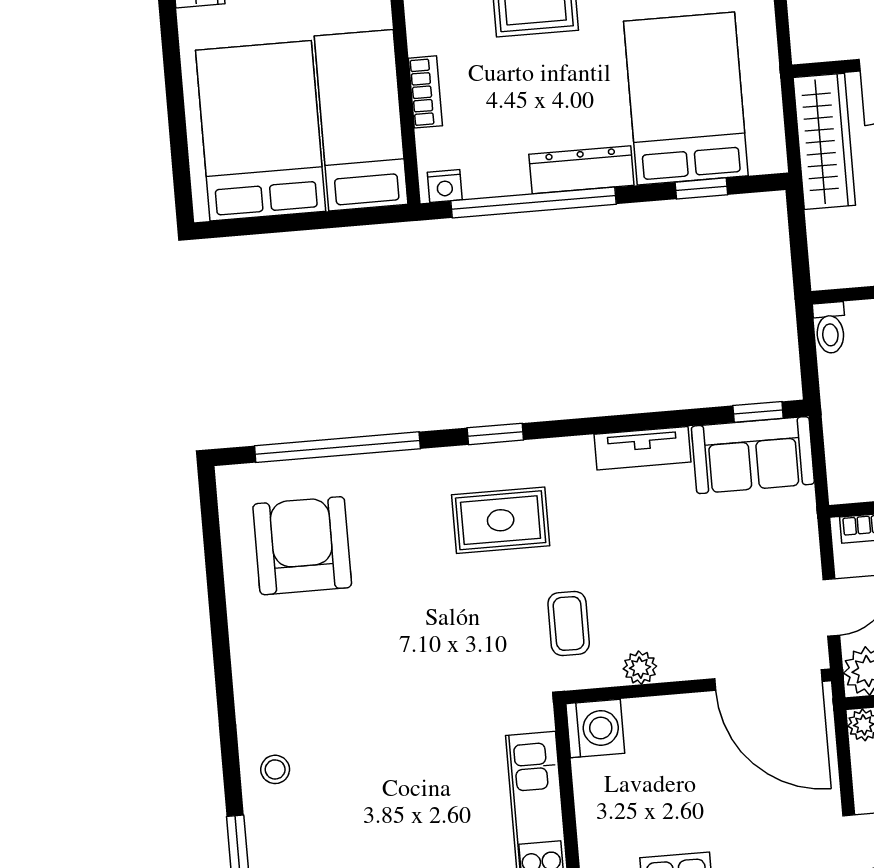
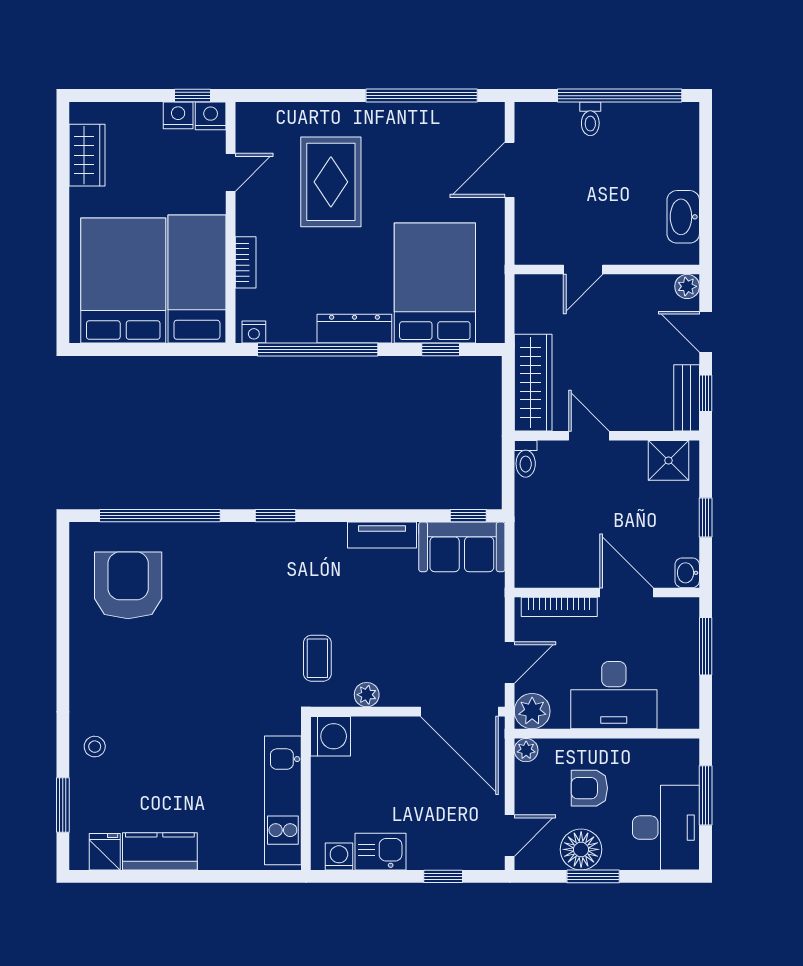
wardrobe: (824, 141) -> (533, 383), moved
rug: (501, 520) -> (274, 579), removed

